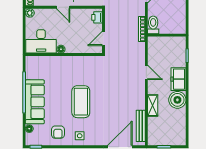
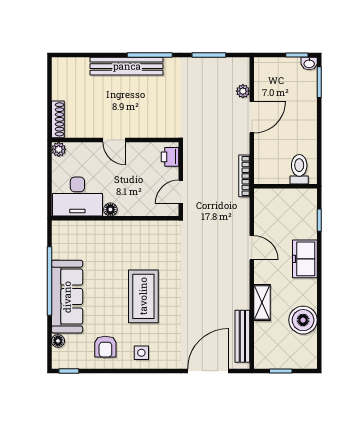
toilet: (153, 25) -> (299, 169), moved
boiler: (177, 100) -> (303, 320), moved

